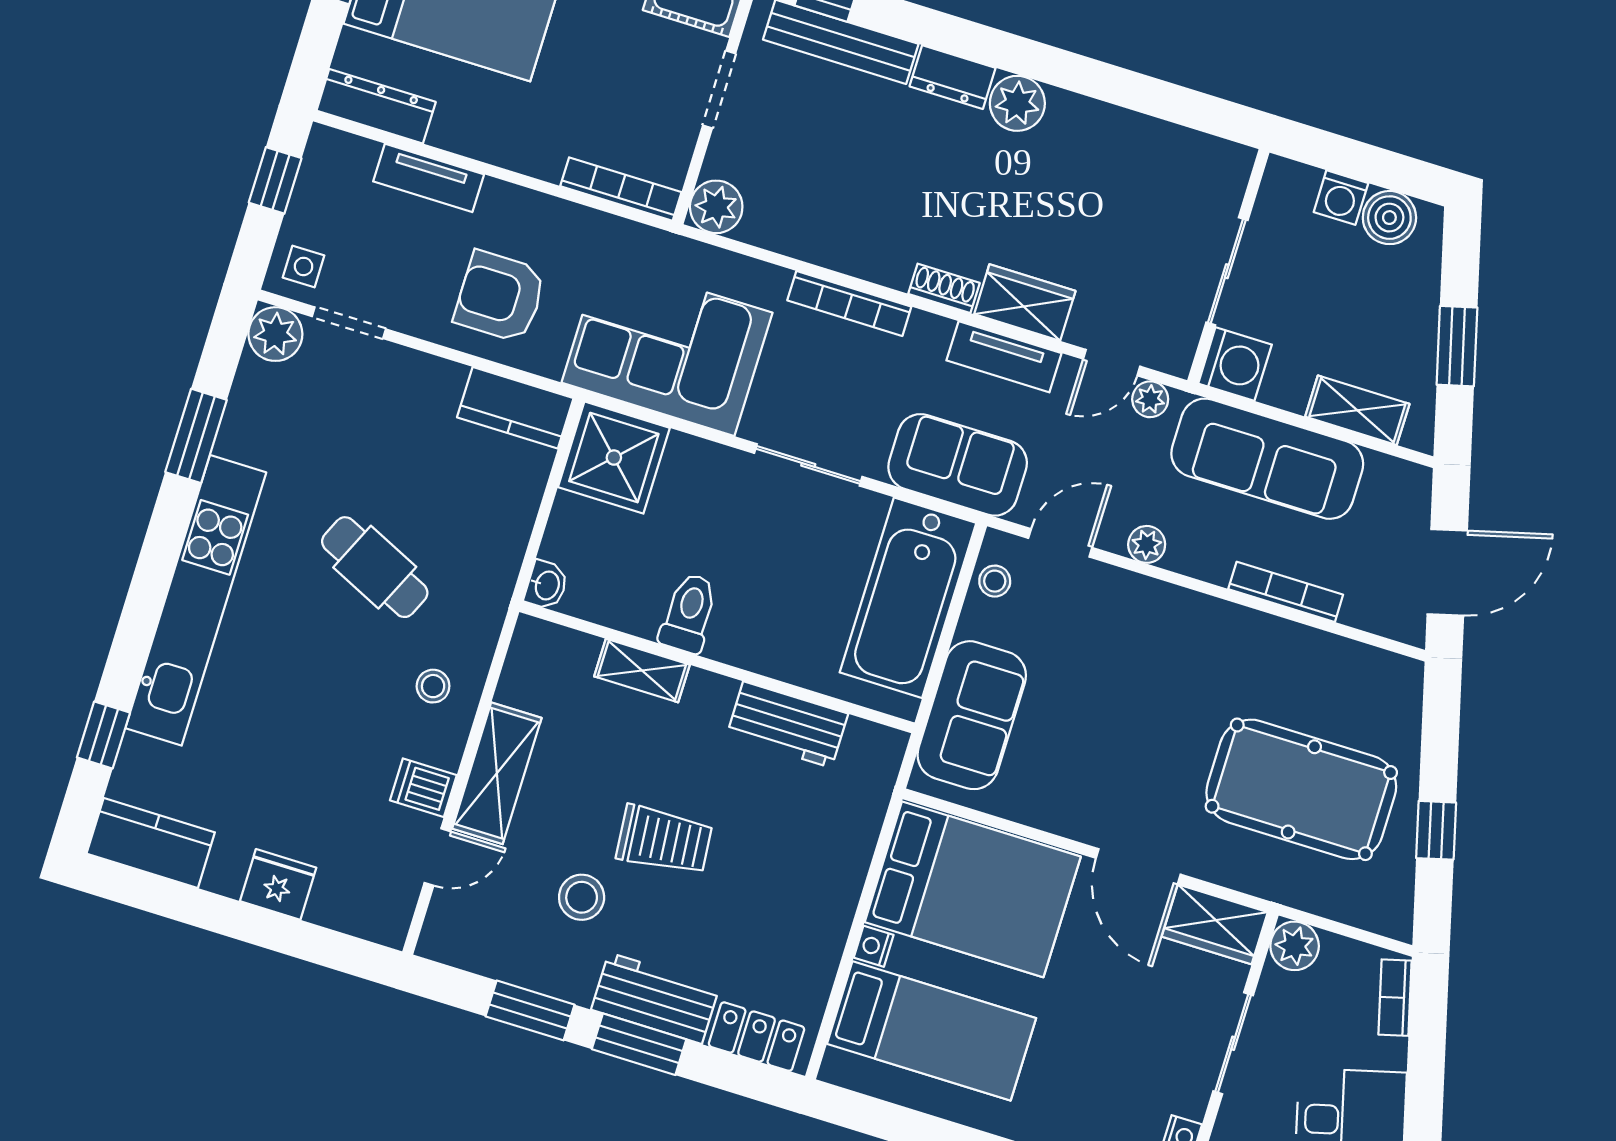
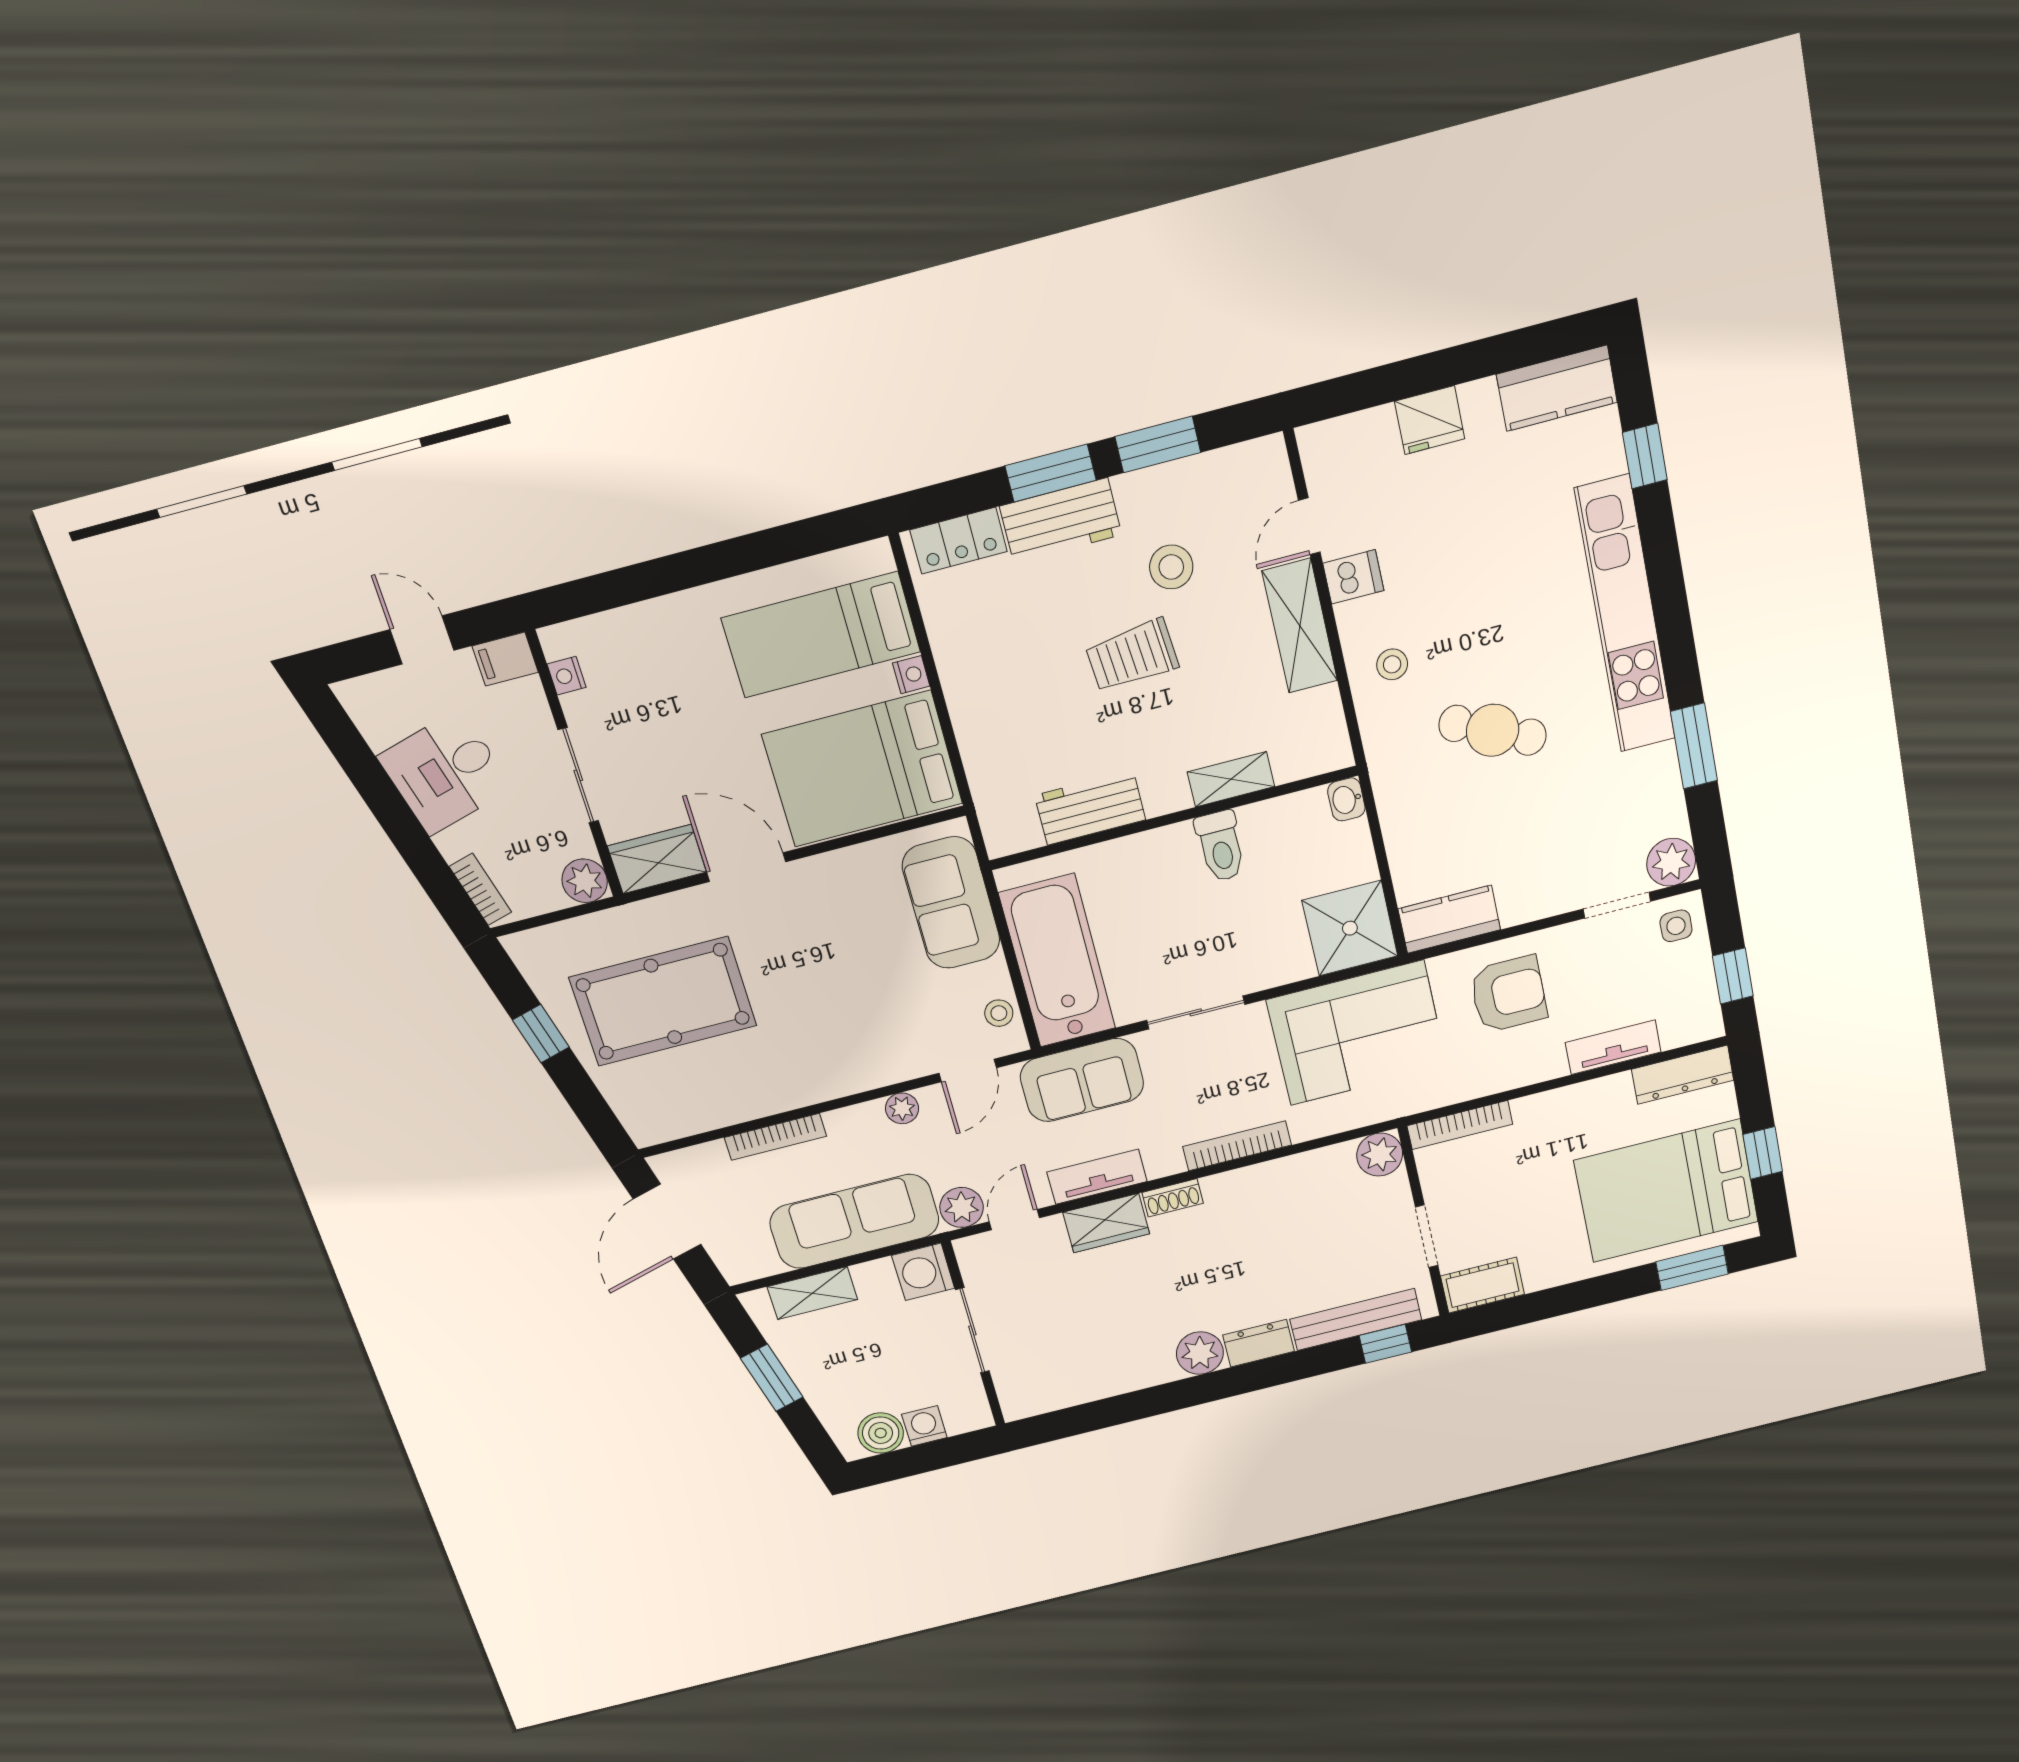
plant: (1150, 399) -> (962, 1207), width x1.38, depth x1.38

